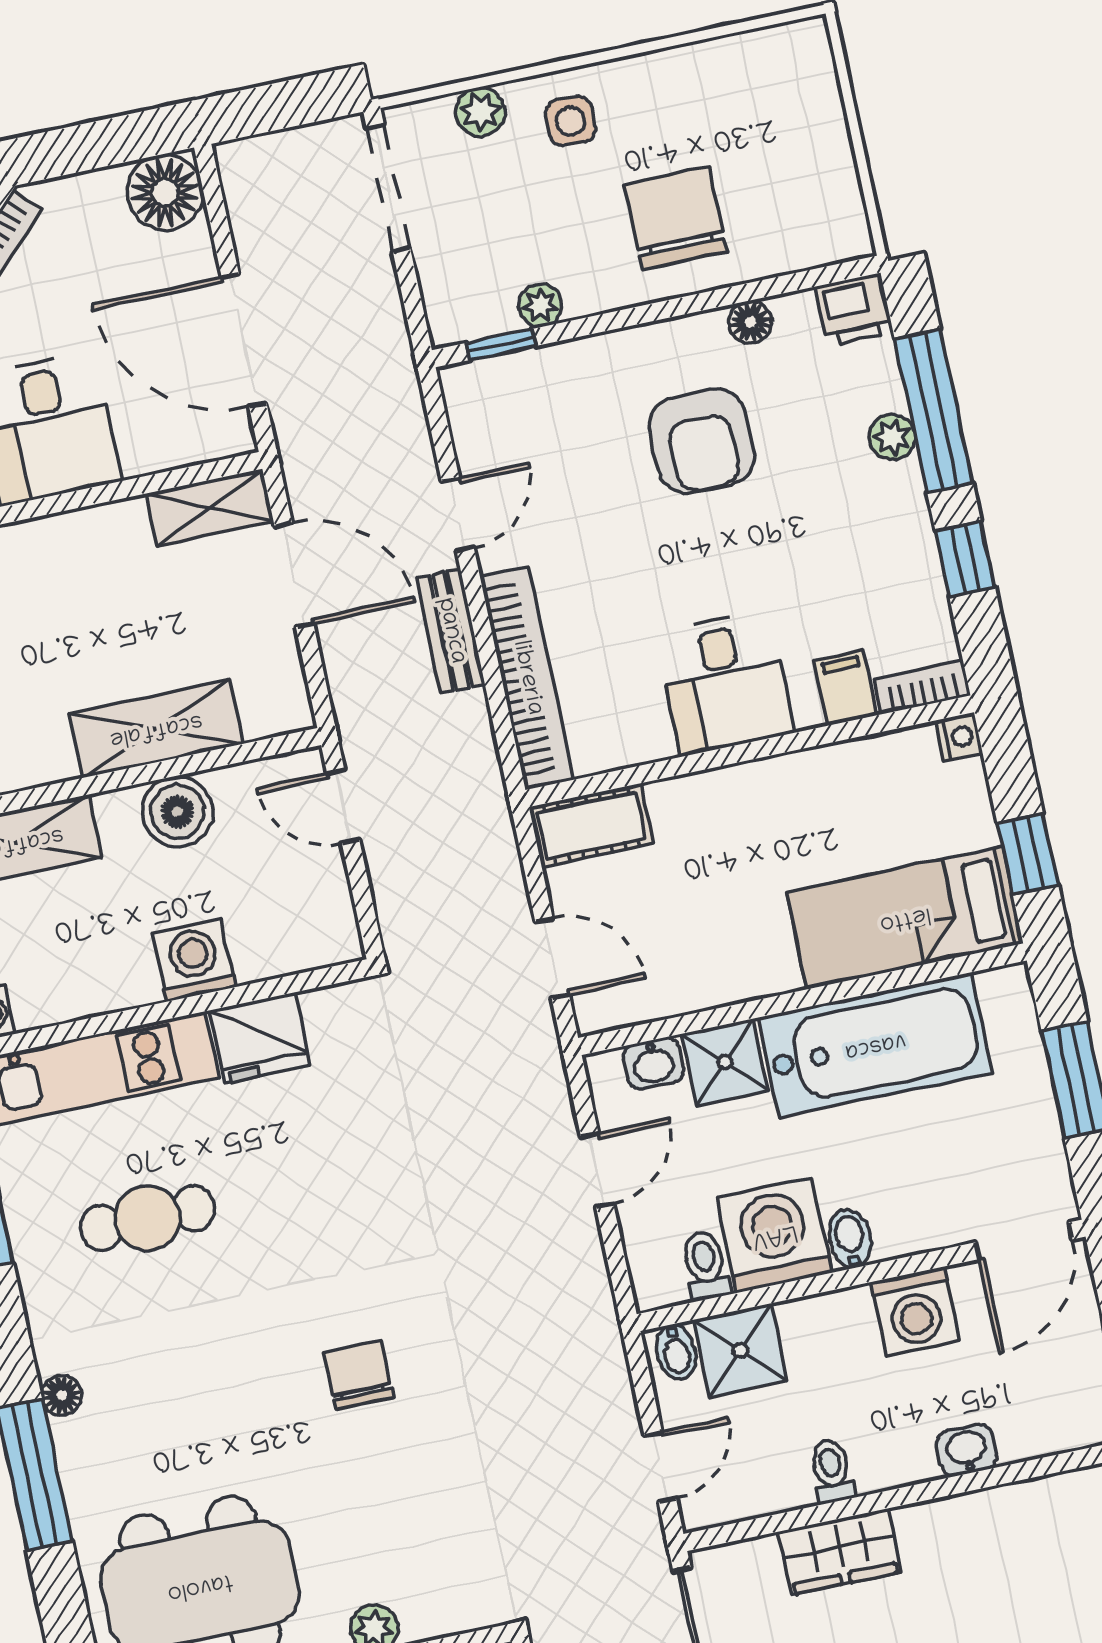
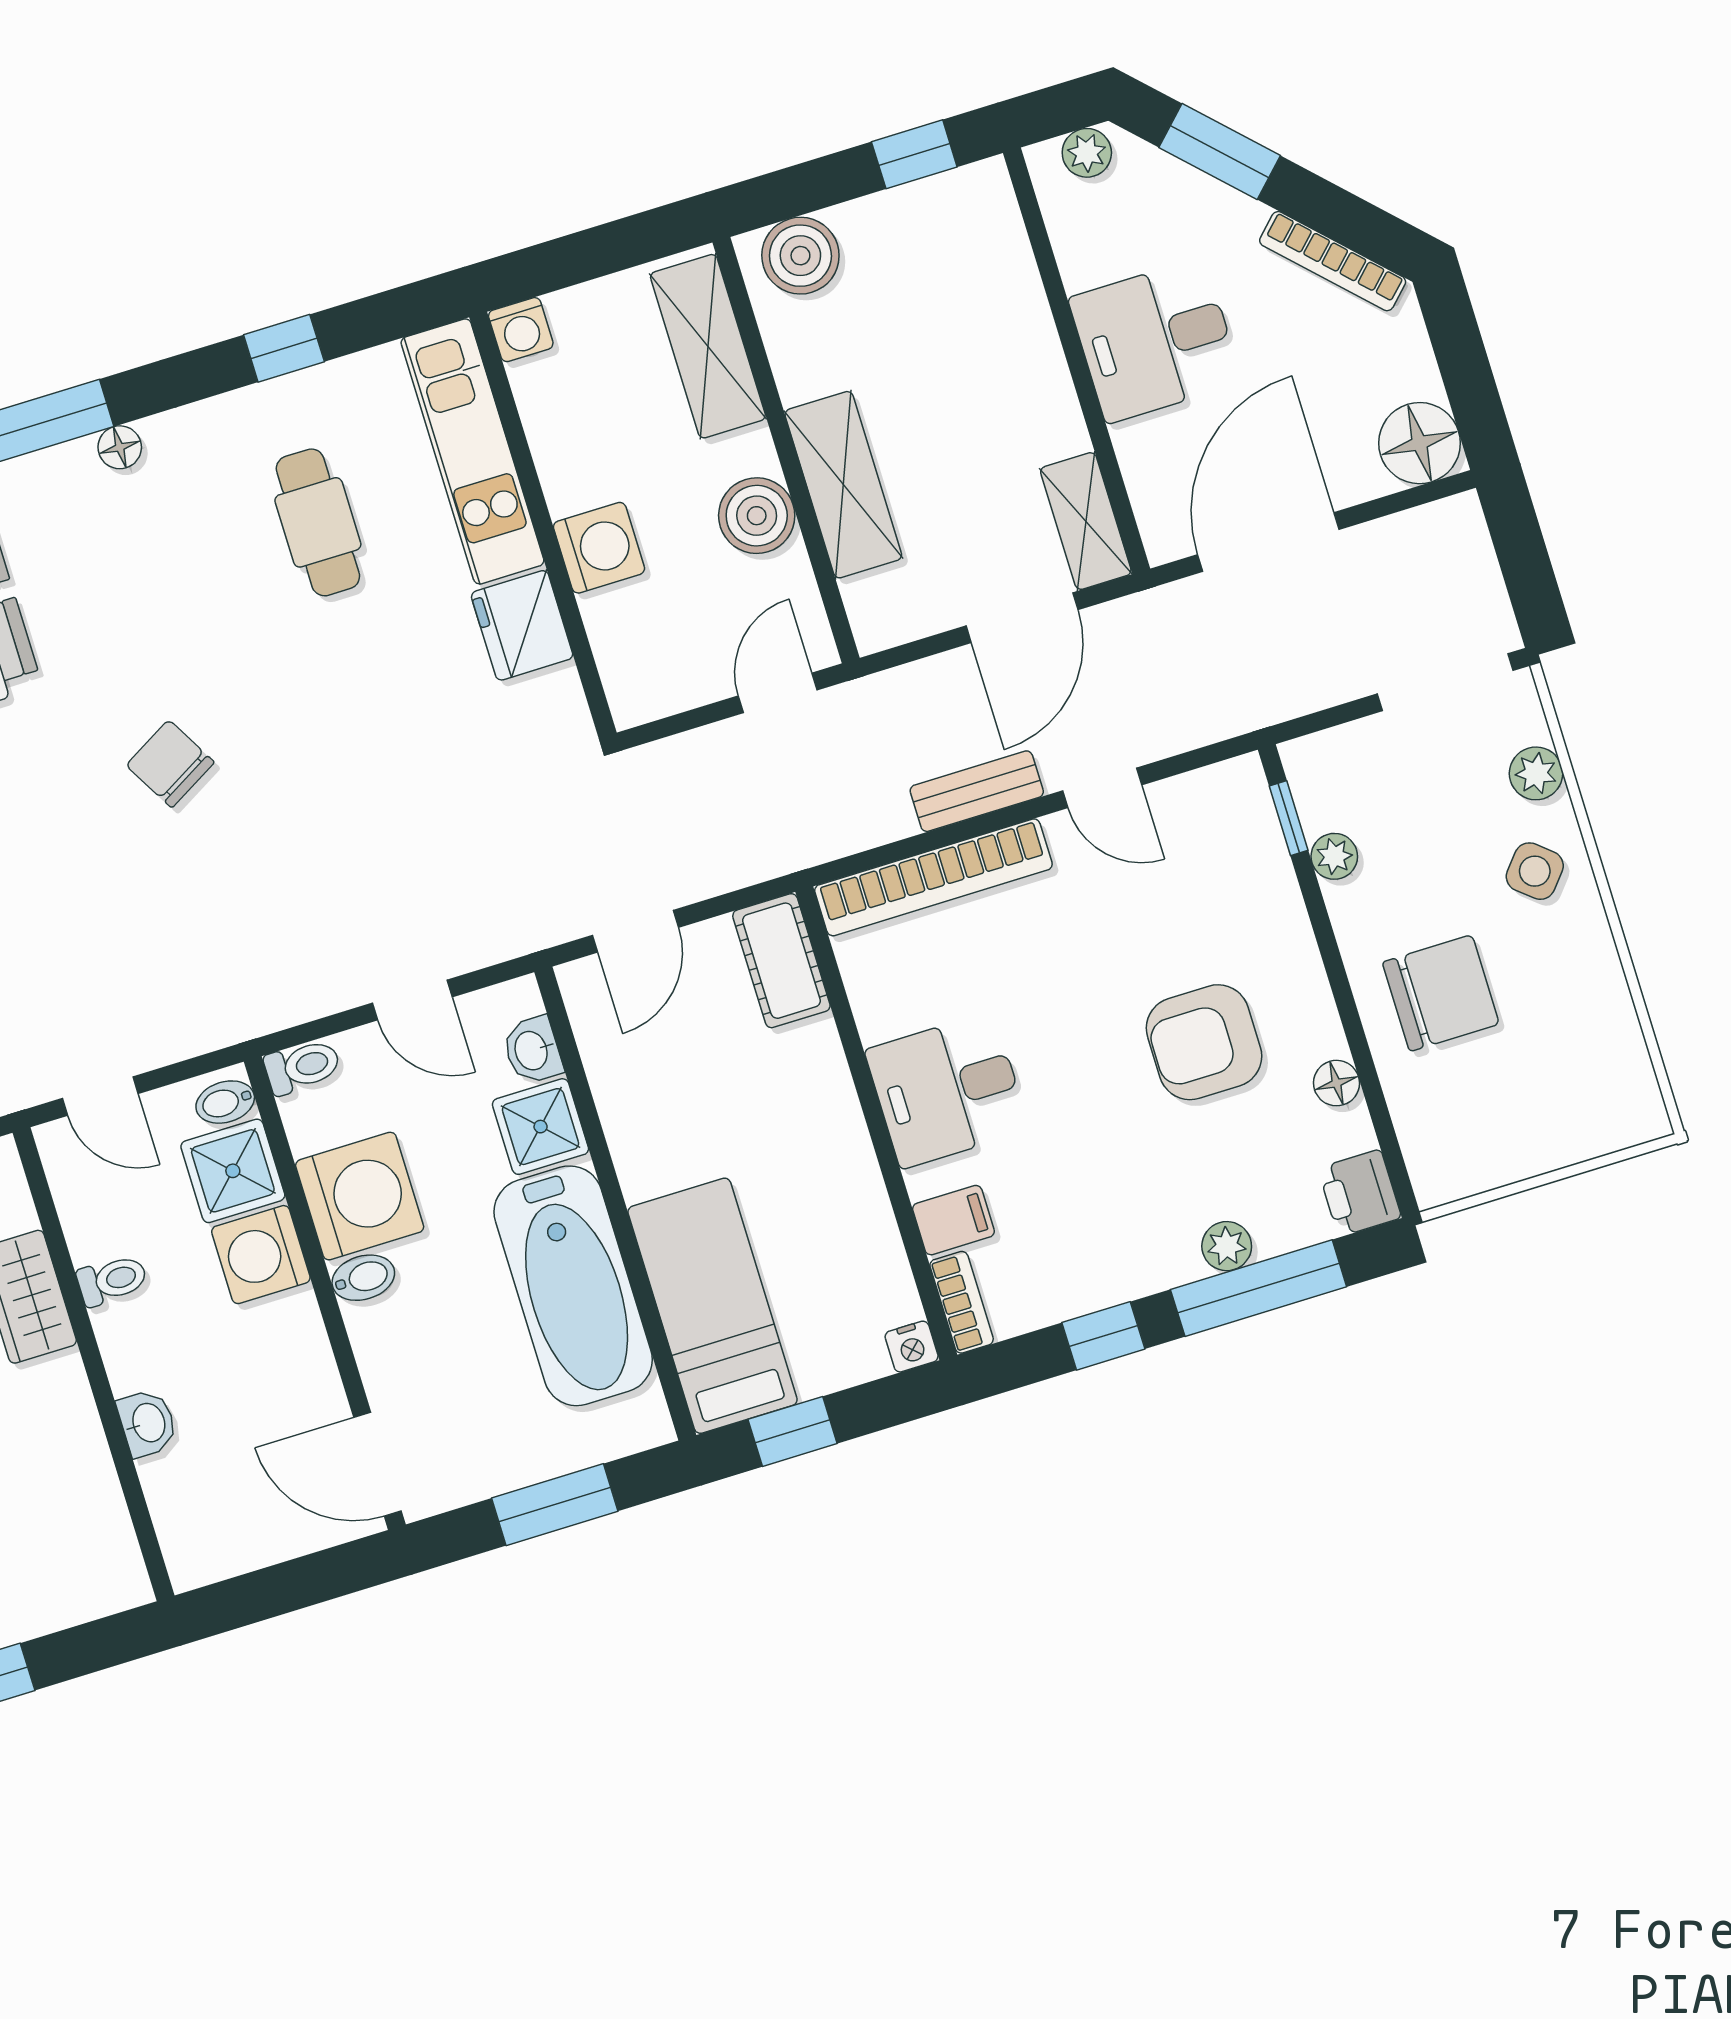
side table: (571, 121) -> (1535, 871), turned 38
toilet: (705, 1266) -> (302, 1067), moved
washing machine: (915, 1311) -> (261, 1255), moved
chair: (359, 1375) -> (170, 764), turned -120

